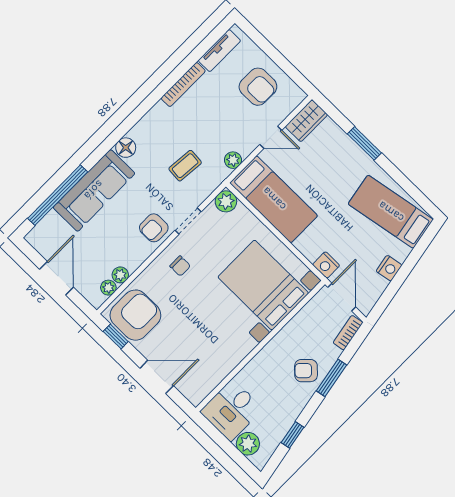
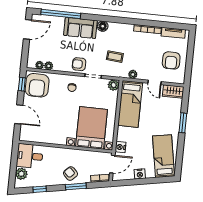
sofa: (94, 190) -> (80, 28), width x0.73
door: (57, 278) -> (28, 29), moved
armchair: (135, 315) -> (37, 85), turned 90

